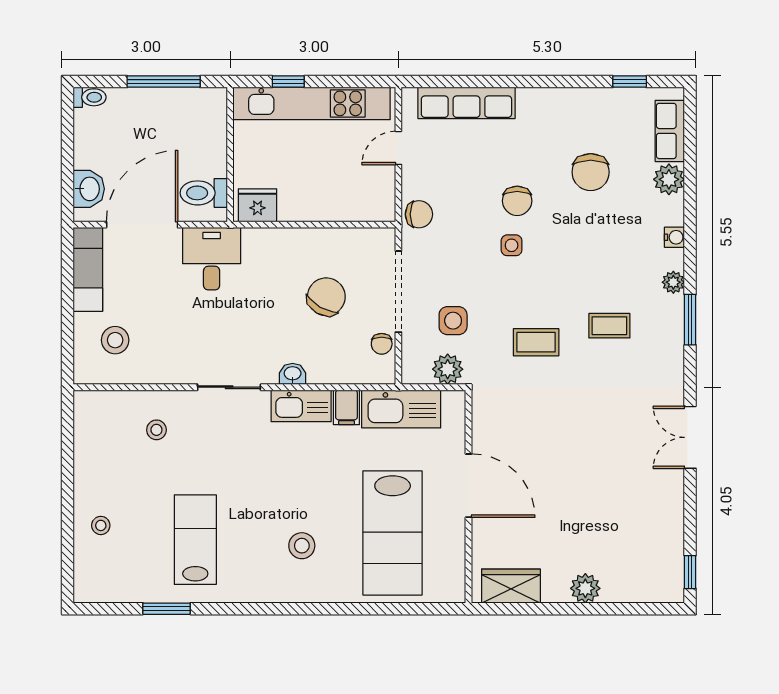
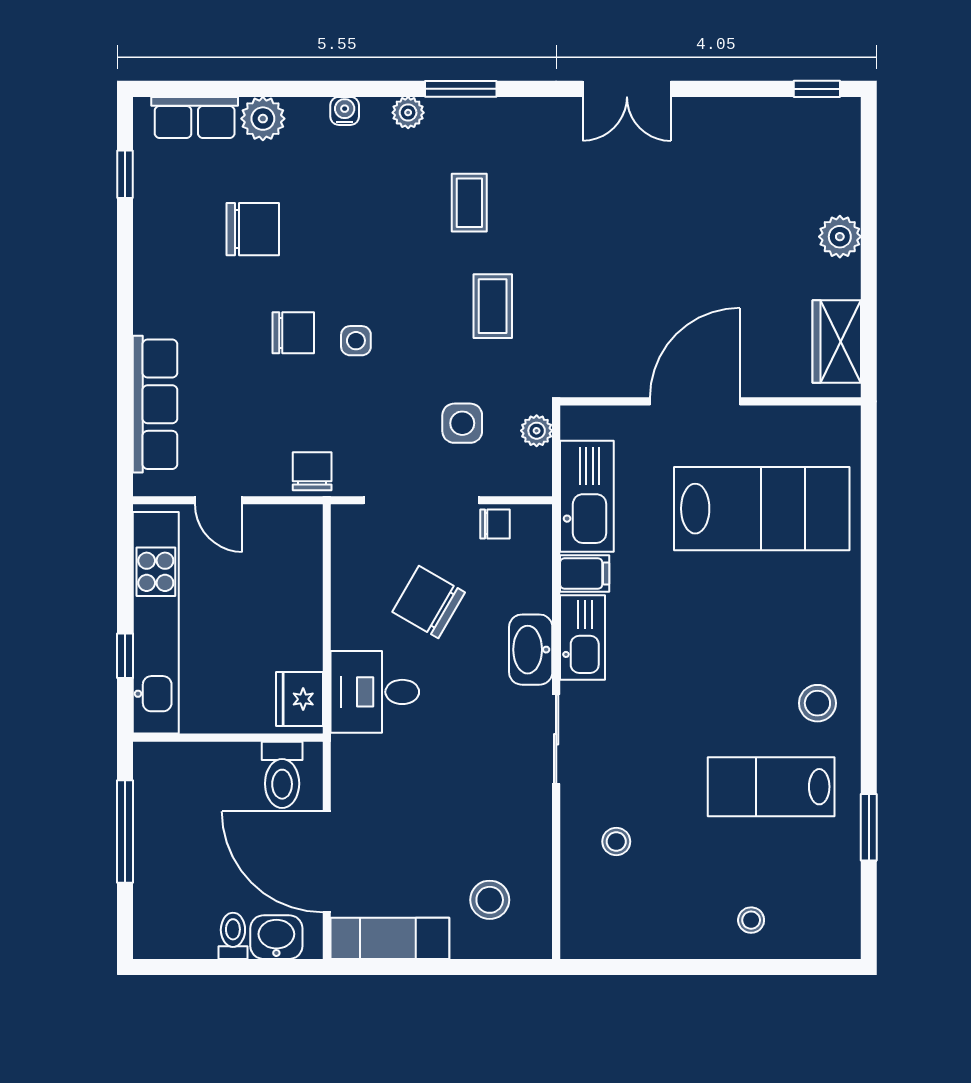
toilet: (90, 97) -> (233, 936), moved
desk: (212, 259) -> (375, 692), moved
plant: (448, 369) -> (537, 431), width x0.73, depth x0.73
washbasin: (293, 374) -> (531, 650), width x1.91, depth x1.45
stool: (302, 546) -> (817, 703), moved

